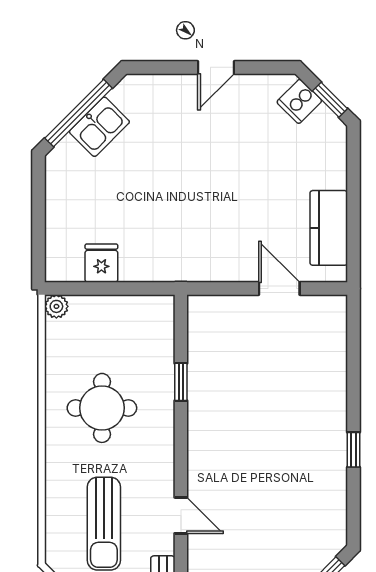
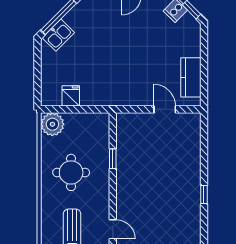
kitchen sink: (99, 127) -> (58, 35), moved
plant: (56, 306) -> (52, 124), width x1.88, depth x1.88

